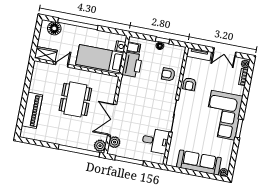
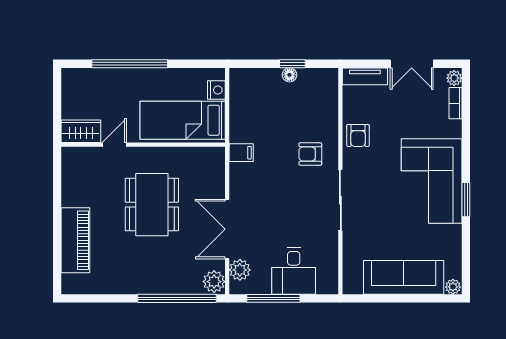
floor lamp: (54, 28) -> (87, 80), removed
filing cabinet: (133, 48) -> (241, 153), moved
printer: (132, 65) -> (245, 120), removed
armchair: (168, 74) -> (310, 154), moved
desk: (155, 141) -> (294, 271), moved, turned 90

